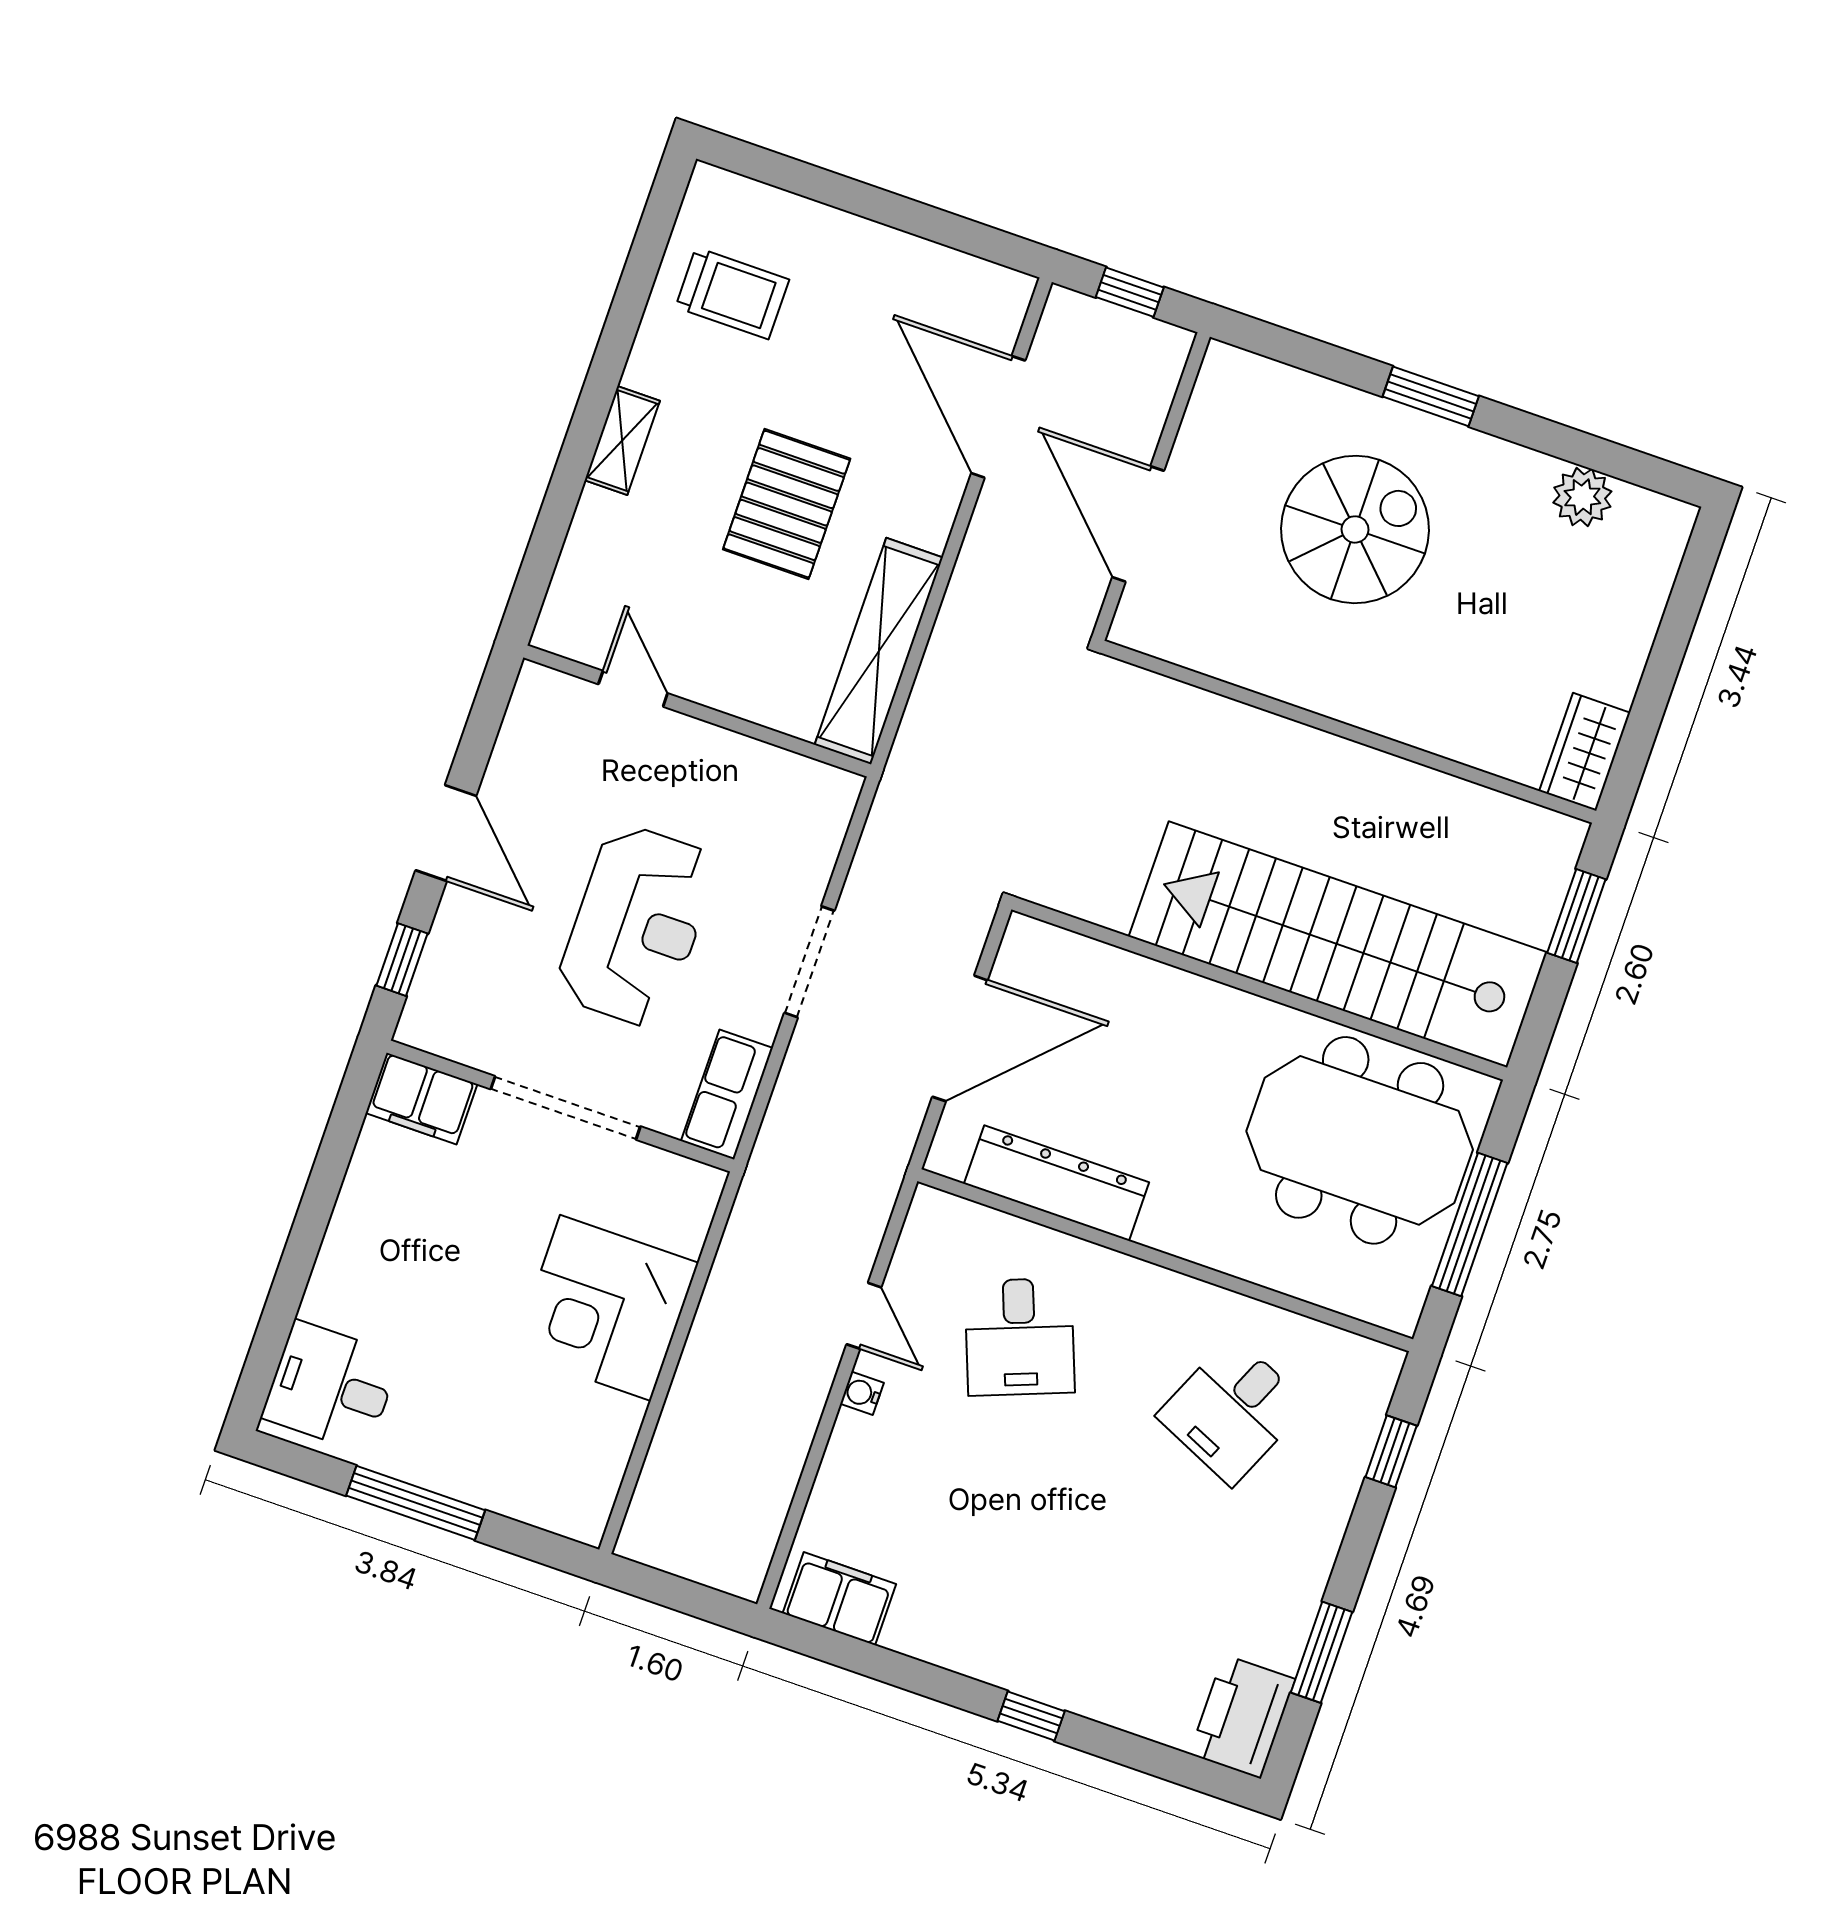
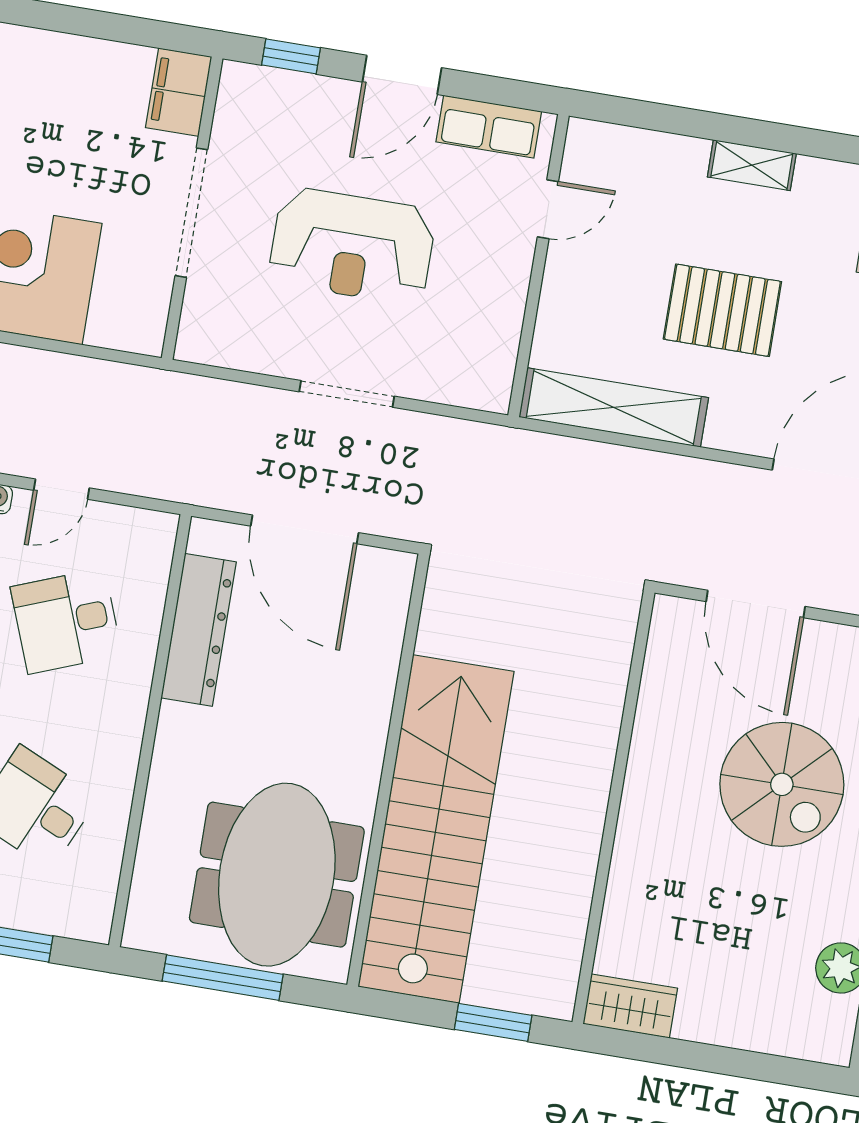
door: (1138, 524) -> (756, 604), swing flipped
row of seats: (727, 1094) -> (489, 127), moved, turned 180

